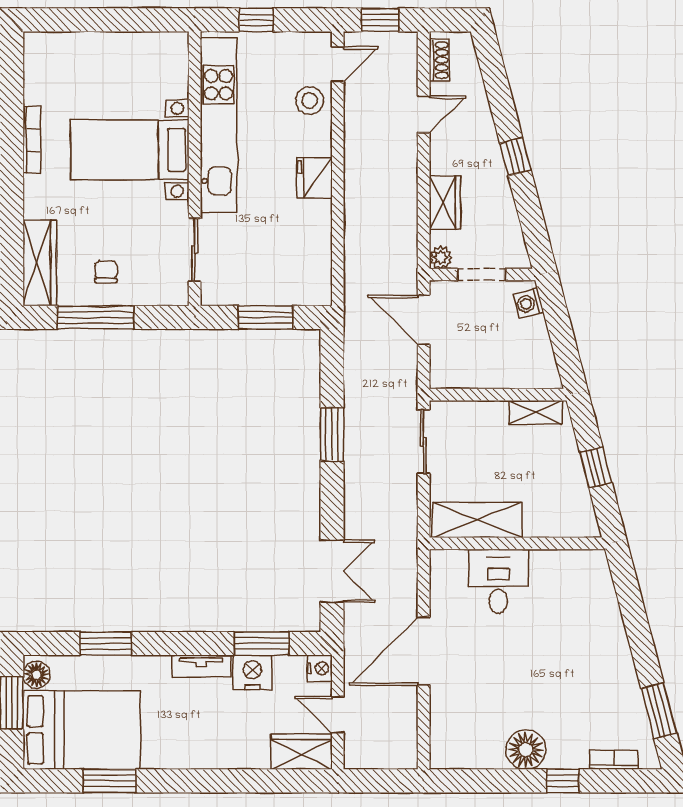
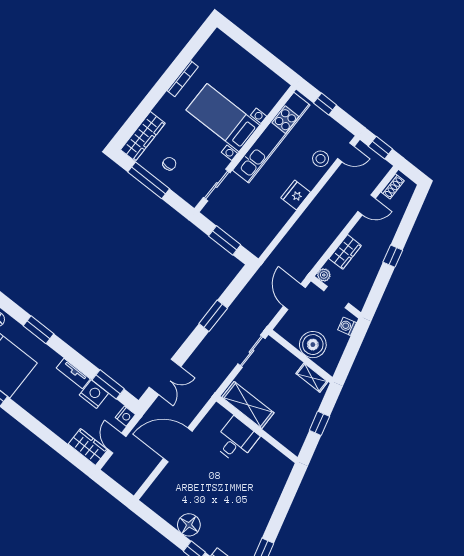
boiler: (501, 366) -> (313, 345), added

